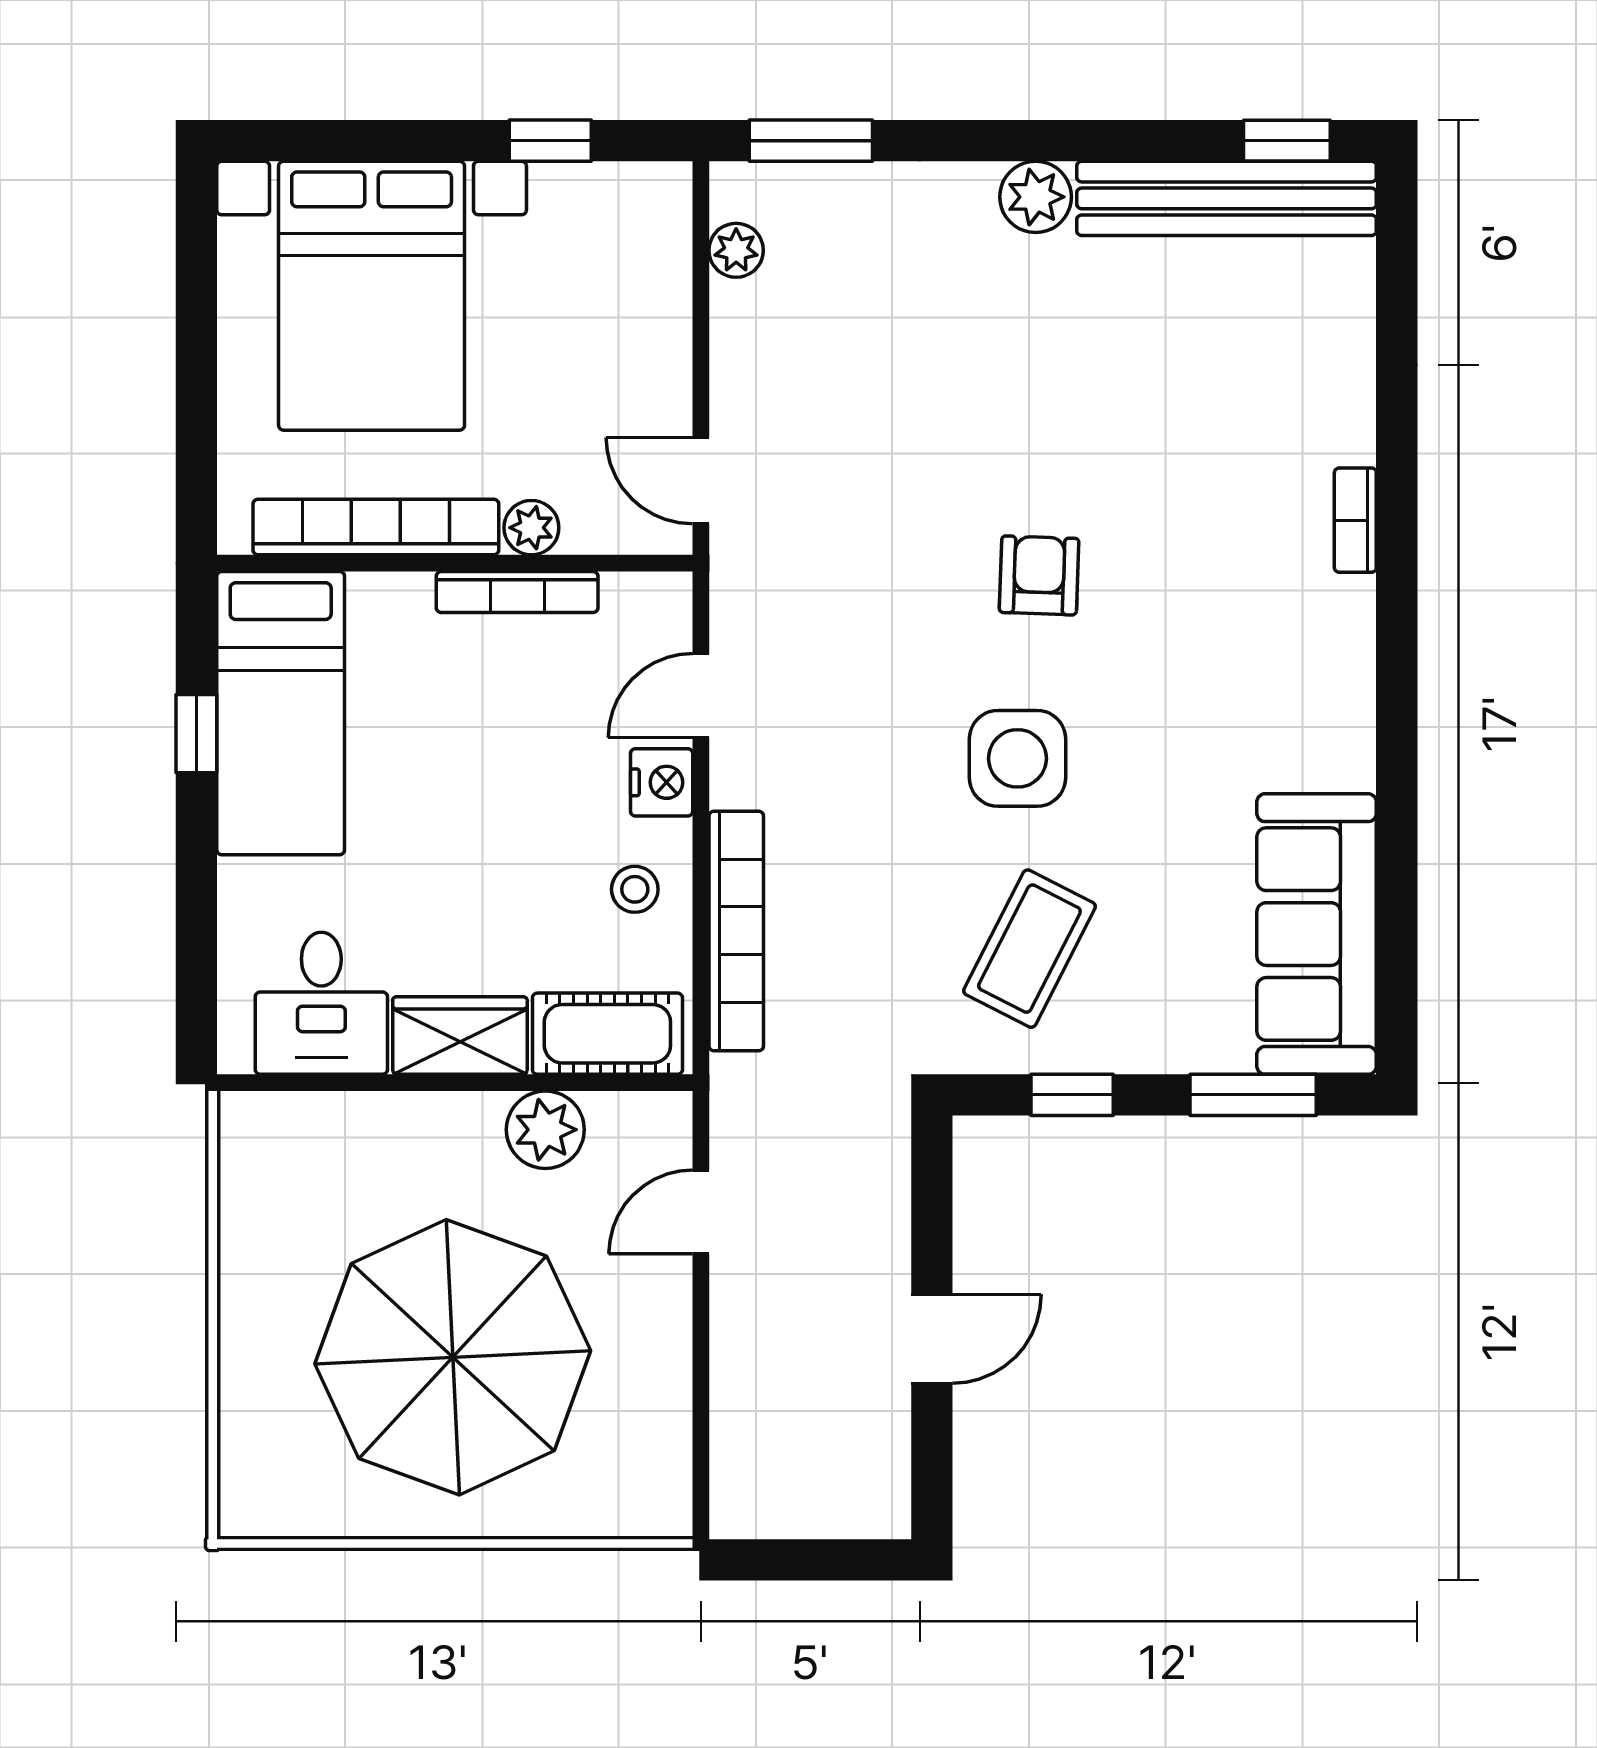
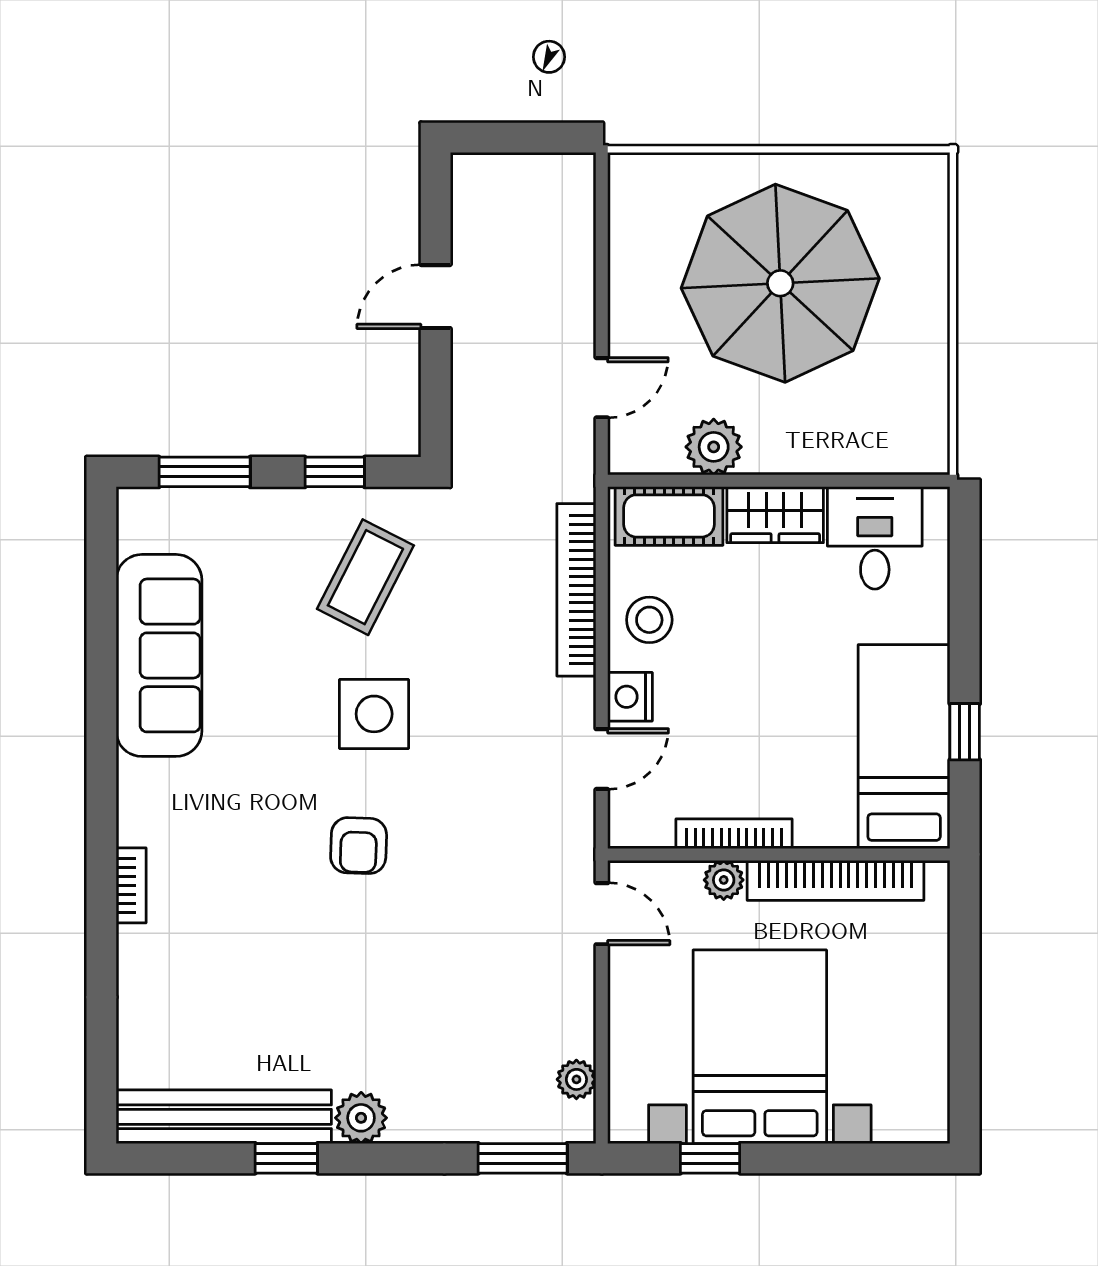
window: (1287, 141) -> (286, 1158), moved
bed with nightstands: (372, 296) -> (760, 1047), moved
stool: (635, 889) -> (649, 620), width x1.37, depth x1.37
sofa: (1317, 934) -> (159, 655), moved

